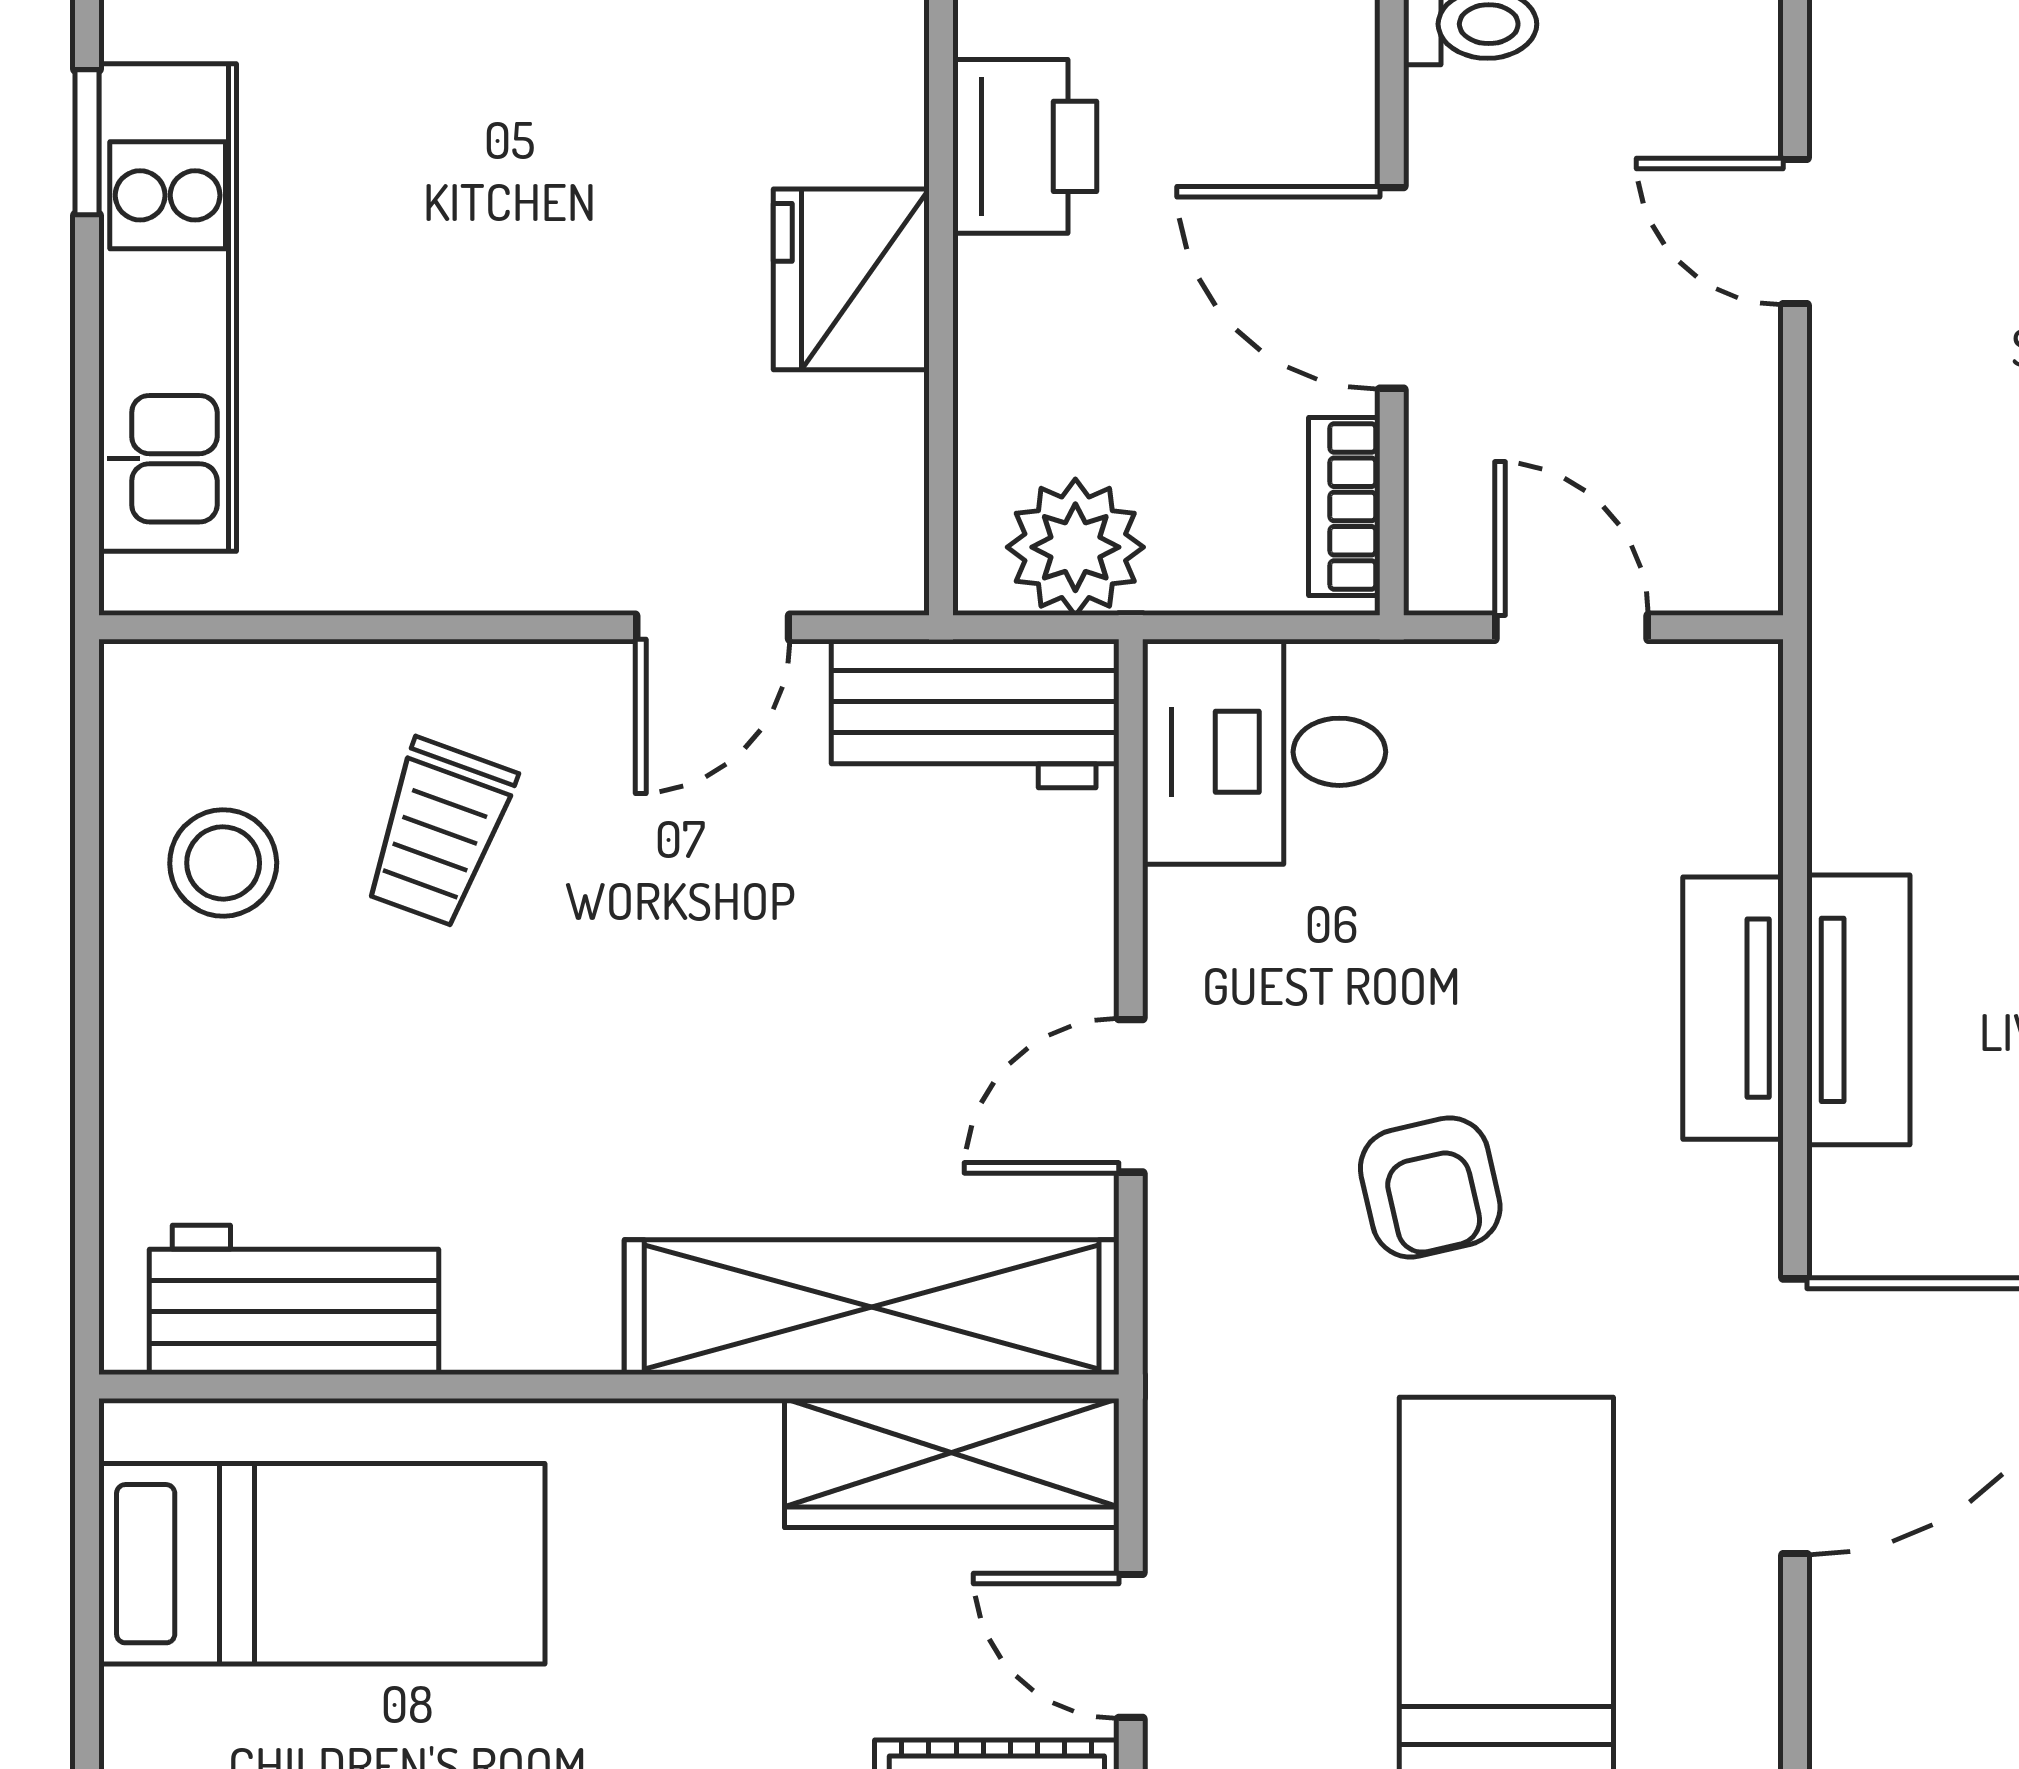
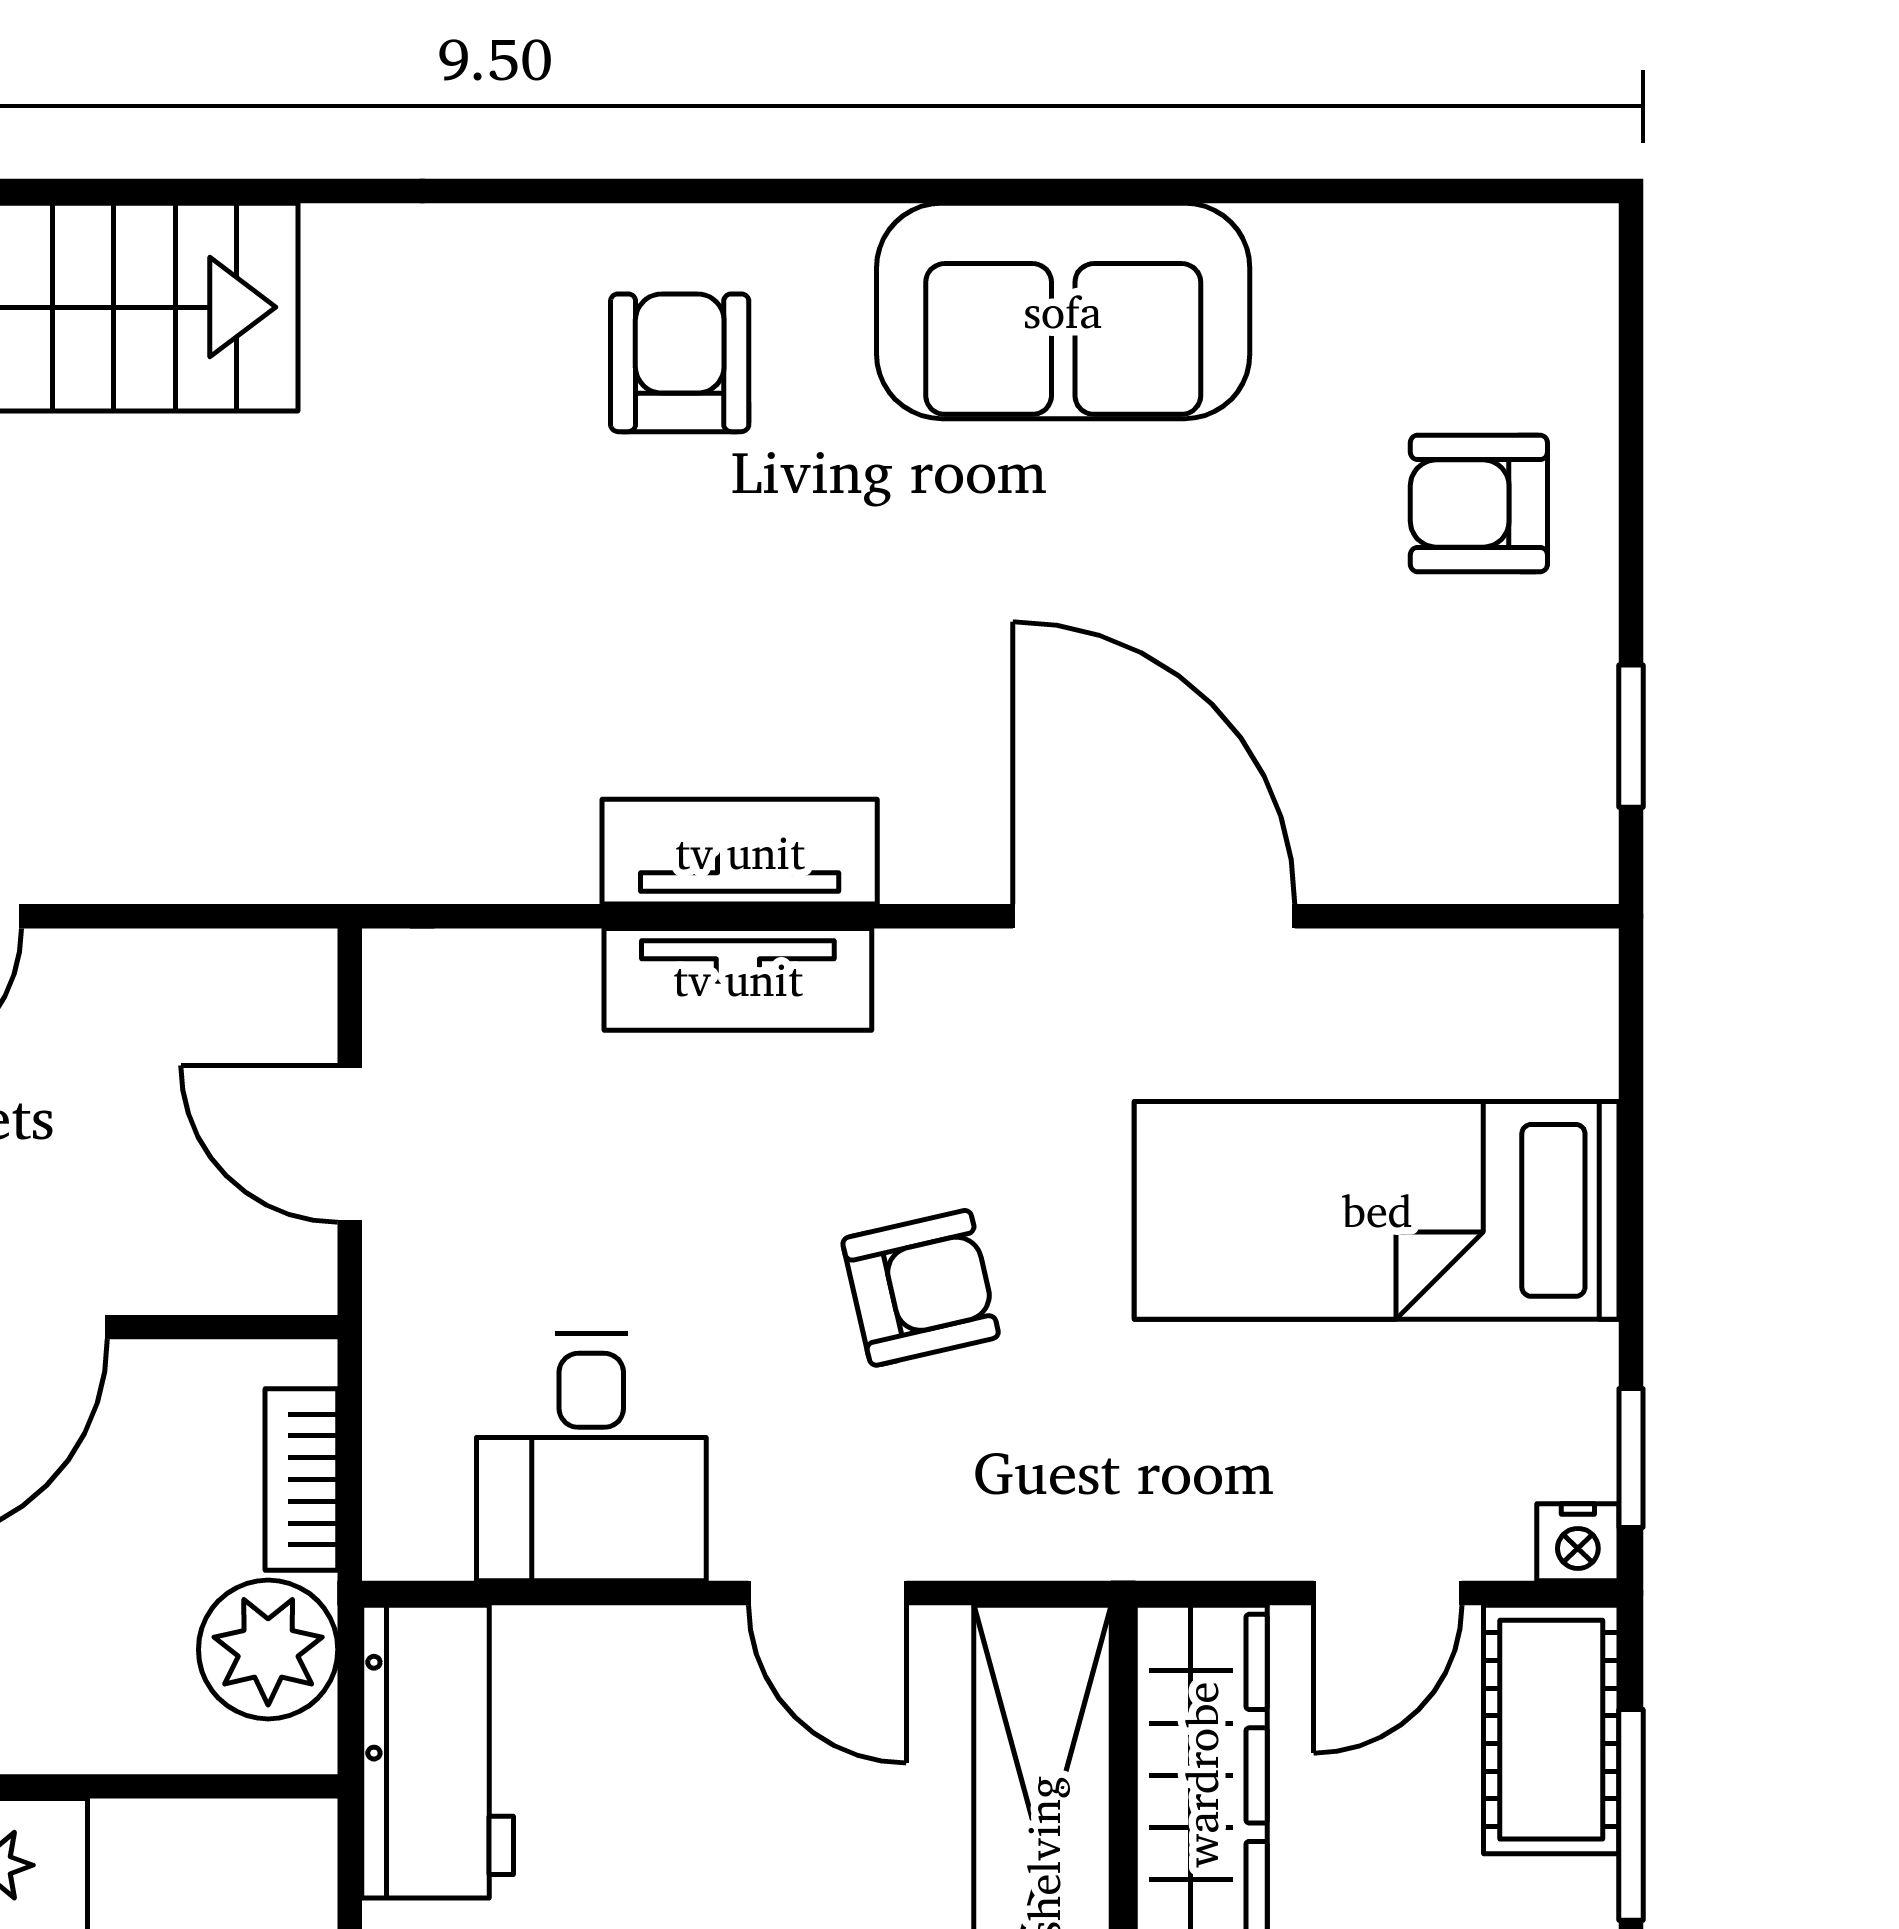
bookcase: (1344, 506) -> (301, 1479), moved, turned 90
door: (1572, 627) -> (350, 1144), hinge flipped
desk: (1264, 752) -> (591, 1457), moved

